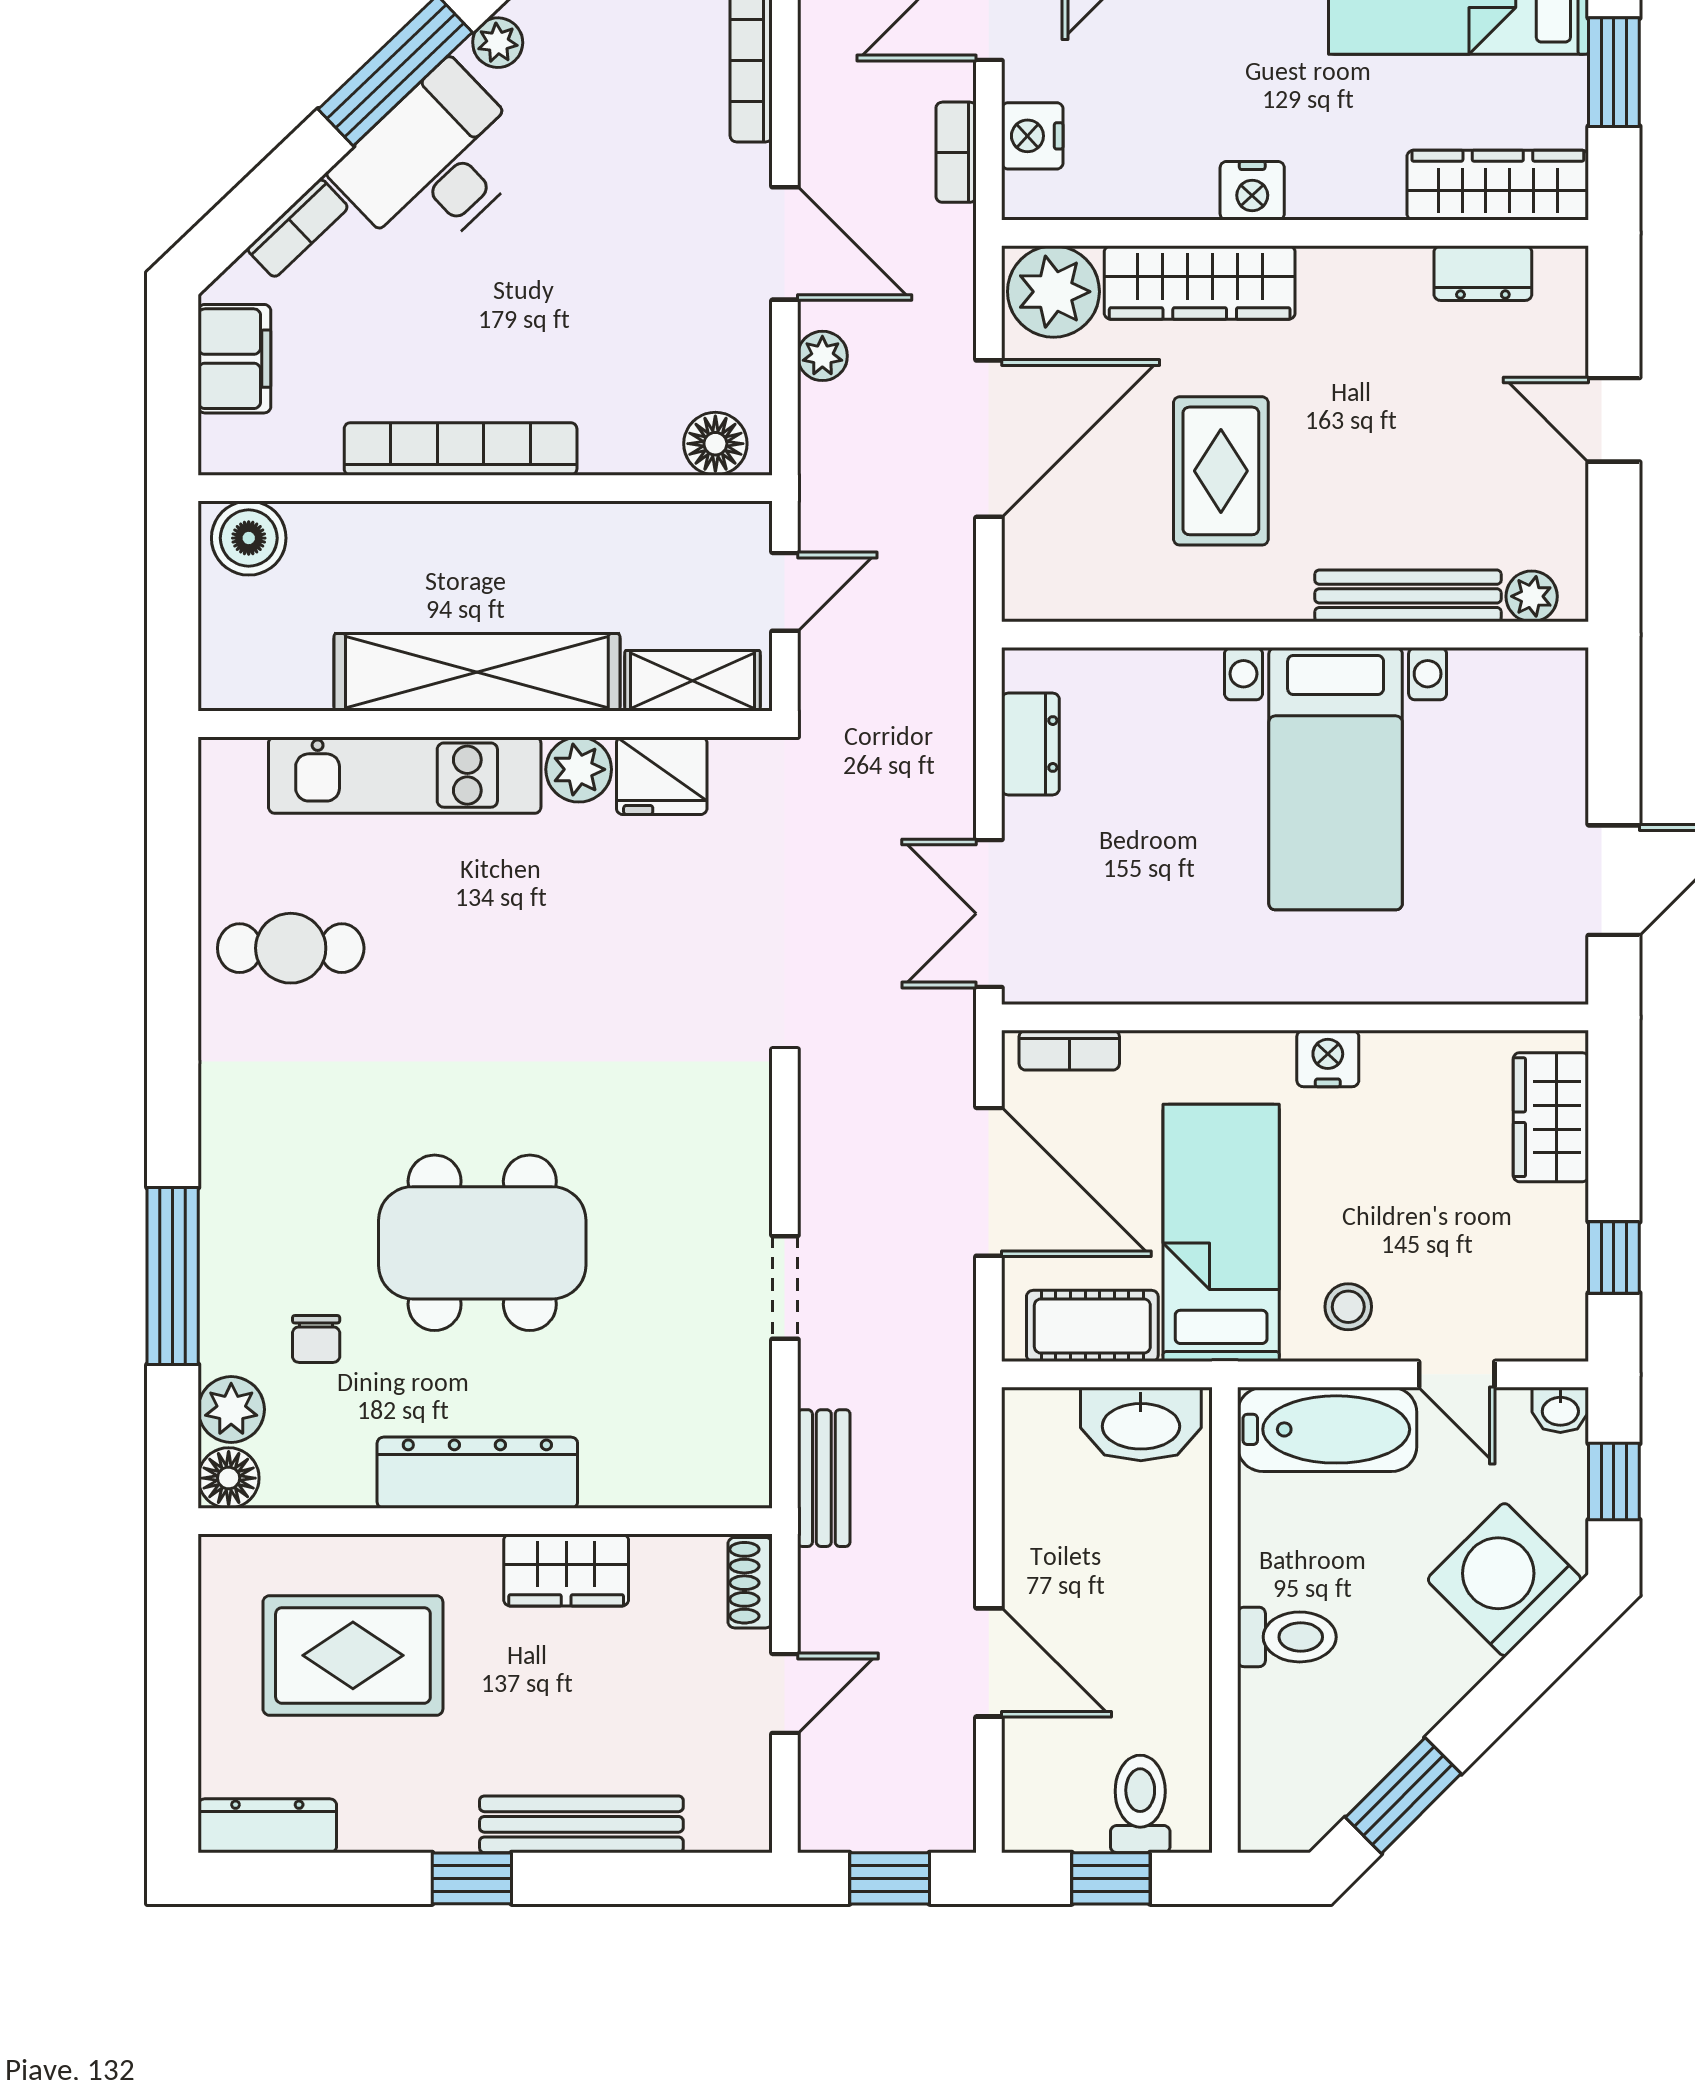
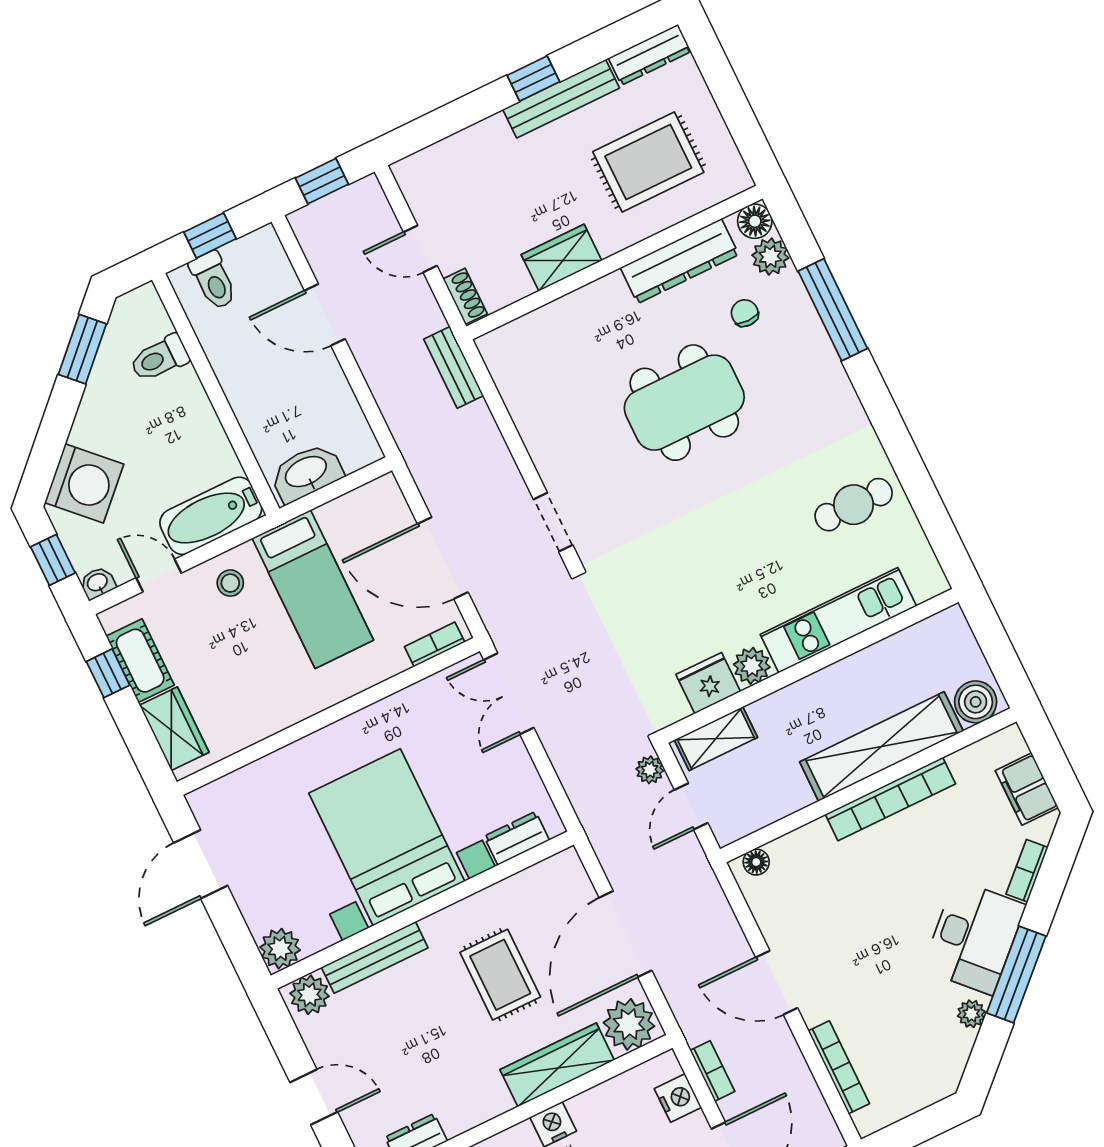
plant: (822, 356) -> (650, 770), moved
floor lamp: (715, 444) -> (756, 862), width x0.73, depth x0.73
plant: (1532, 596) -> (310, 995), width x1.38, depth x1.38
shelving: (477, 672) -> (881, 747), moved
plant: (1552, 683) -> (280, 949), added
dresser: (1030, 744) -> (517, 838), moved, turned 90
bed with nightstands: (1336, 779) -> (387, 837), width x1.36
double door: (989, 914) -> (509, 694), swing flipped
nightstand: (1328, 1058) -> (302, 704), removed
doorway: (785, 1287) -> (553, 522), moved
cot: (1092, 1326) -> (140, 661), moved, turned 90
dresser: (477, 1473) -> (679, 261), moved
toilet: (1287, 1637) -> (159, 358), moved
door: (785, 1693) -> (420, 249), hinge flipped
bench: (581, 1824) -> (561, 99), moved

